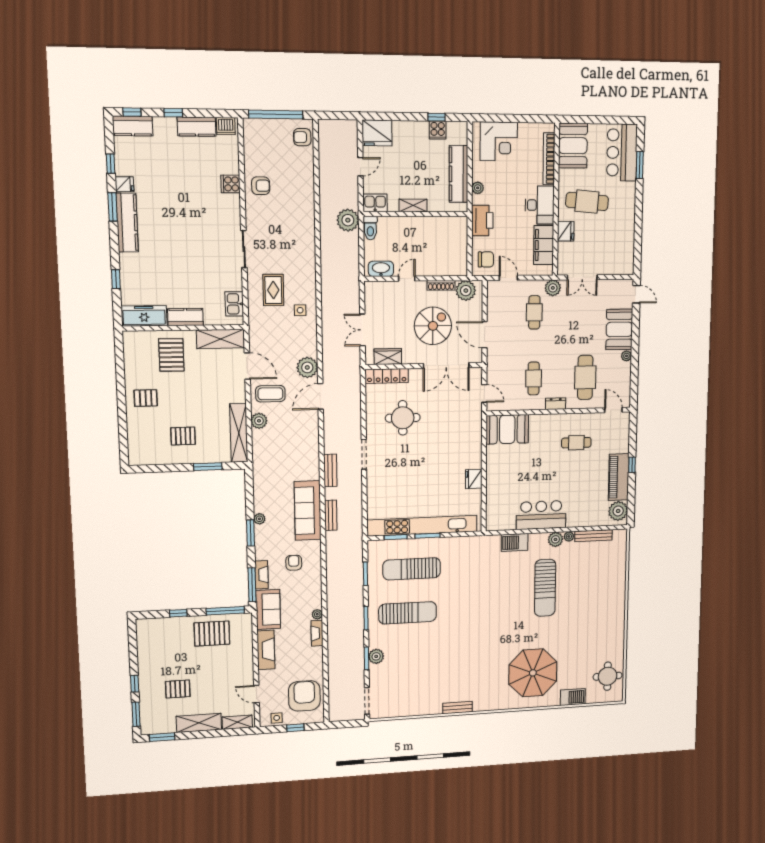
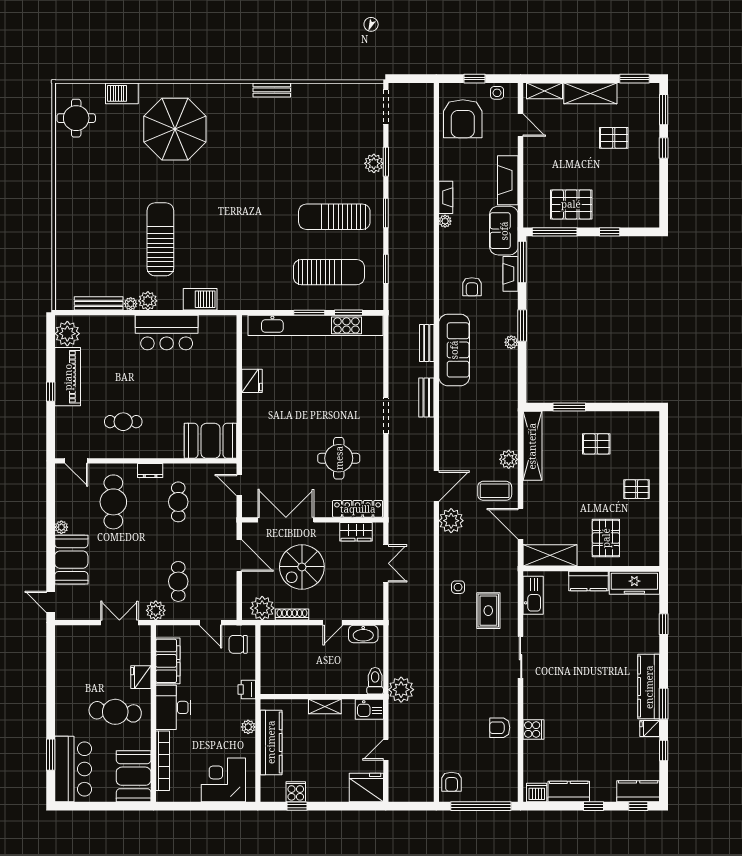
armchair: (302, 137) -> (452, 782), turned 90
printer: (482, 220) -> (247, 689), width x0.53, depth x0.68
kitchen sink: (234, 304) -> (533, 595), width x1.38

